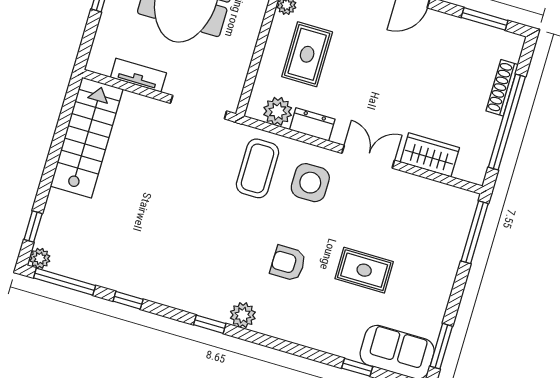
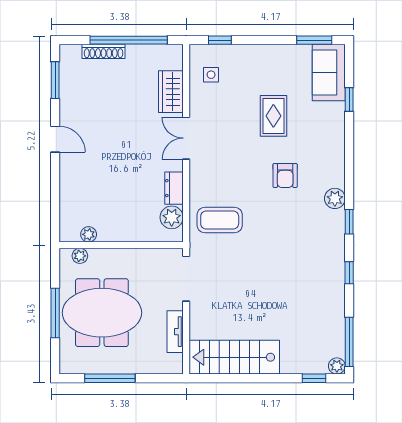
rug: (307, 54) -> (122, 208), removed
side table: (310, 183) -> (211, 75), moved, width x0.54, depth x0.54
window: (475, 232) -> (220, 40), width x0.46
window: (128, 300) -> (349, 273), moved

